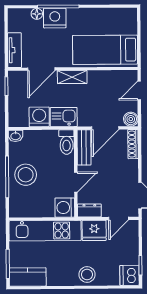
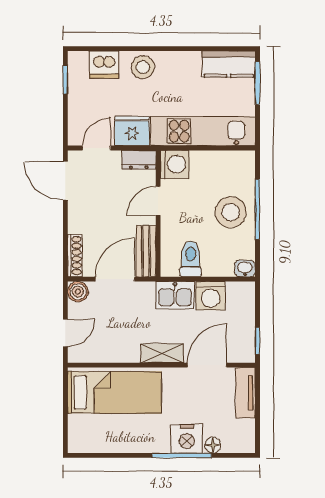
toilet: (67, 142) -> (191, 259), moved
dishwasher: (129, 275) -> (104, 65), moved, turned 90

